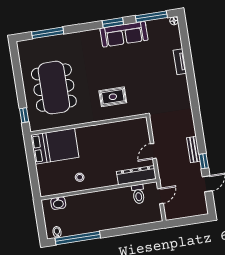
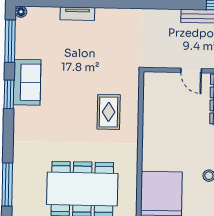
sofa: (124, 34) -> (27, 82), width x0.73

